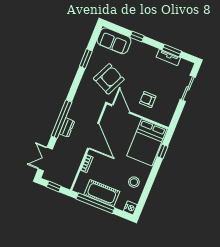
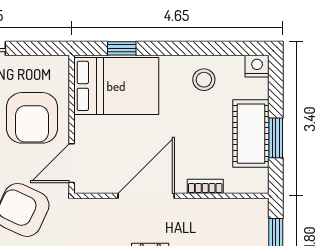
armchair: (148, 100) -> (32, 118), width x1.88, depth x1.88
window: (95, 203) -> (276, 138), width x0.47

